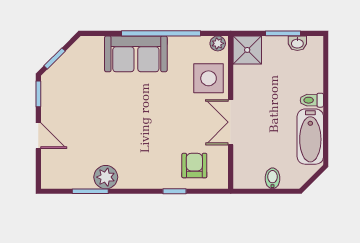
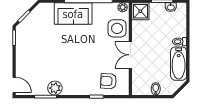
door: (38, 136) -> (14, 85), moved
armchair: (194, 166) -> (108, 81), turned -87

